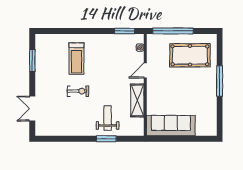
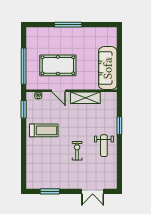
pool table: (190, 55) -> (58, 65), moved, turned 90
treadmill: (76, 59) -> (44, 130), moved
weight bench: (108, 118) -> (104, 146), moved, turned -90

